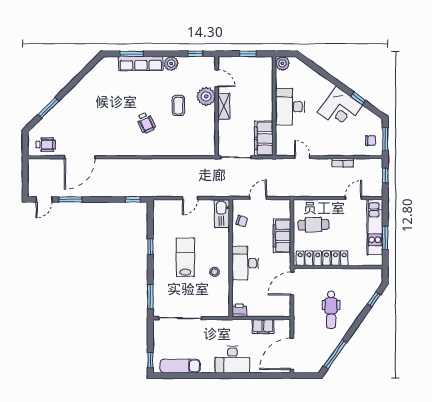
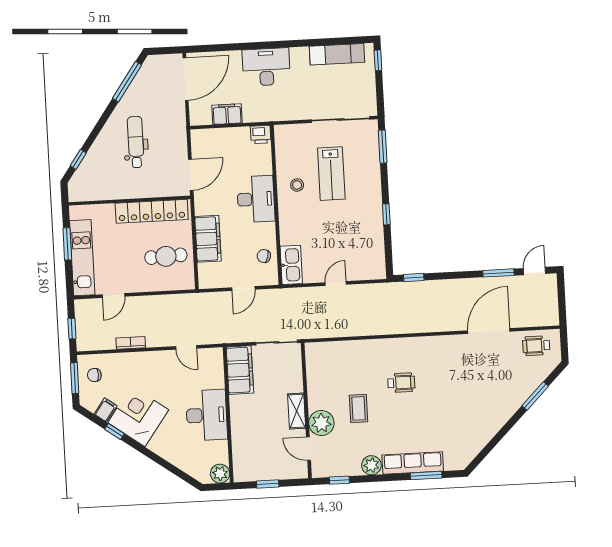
filing cabinet: (364, 115) -> (106, 410), added
wheelchair: (146, 123) -> (401, 383), turned 115
lab bench: (185, 257) -> (331, 174), moved

